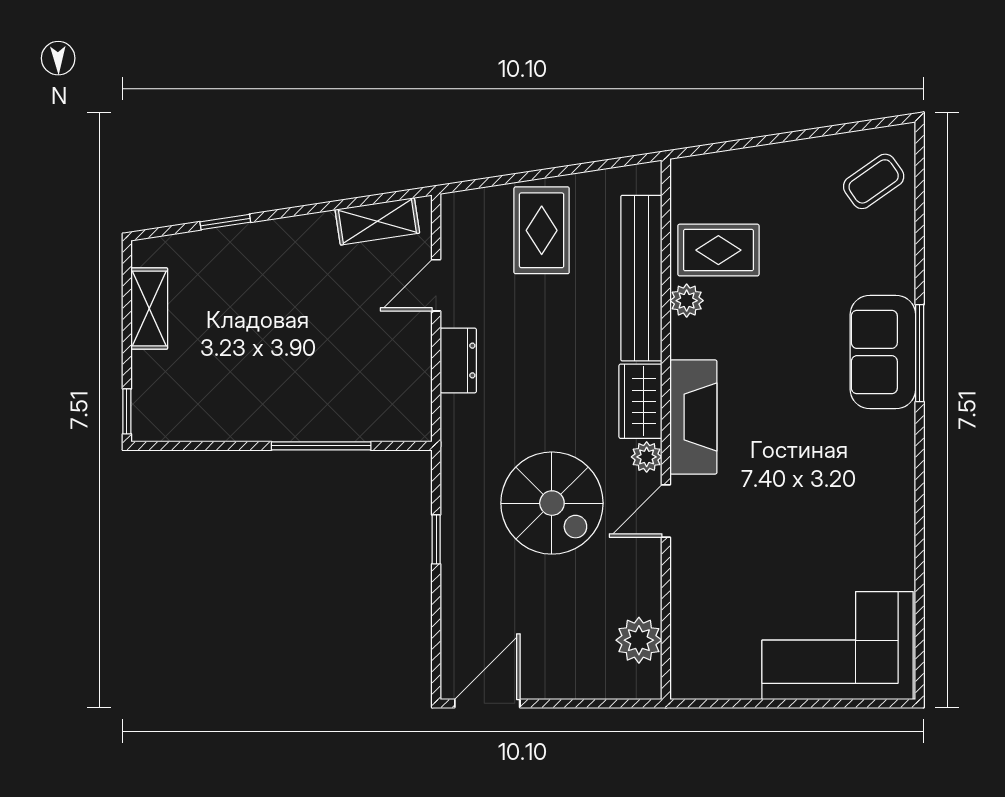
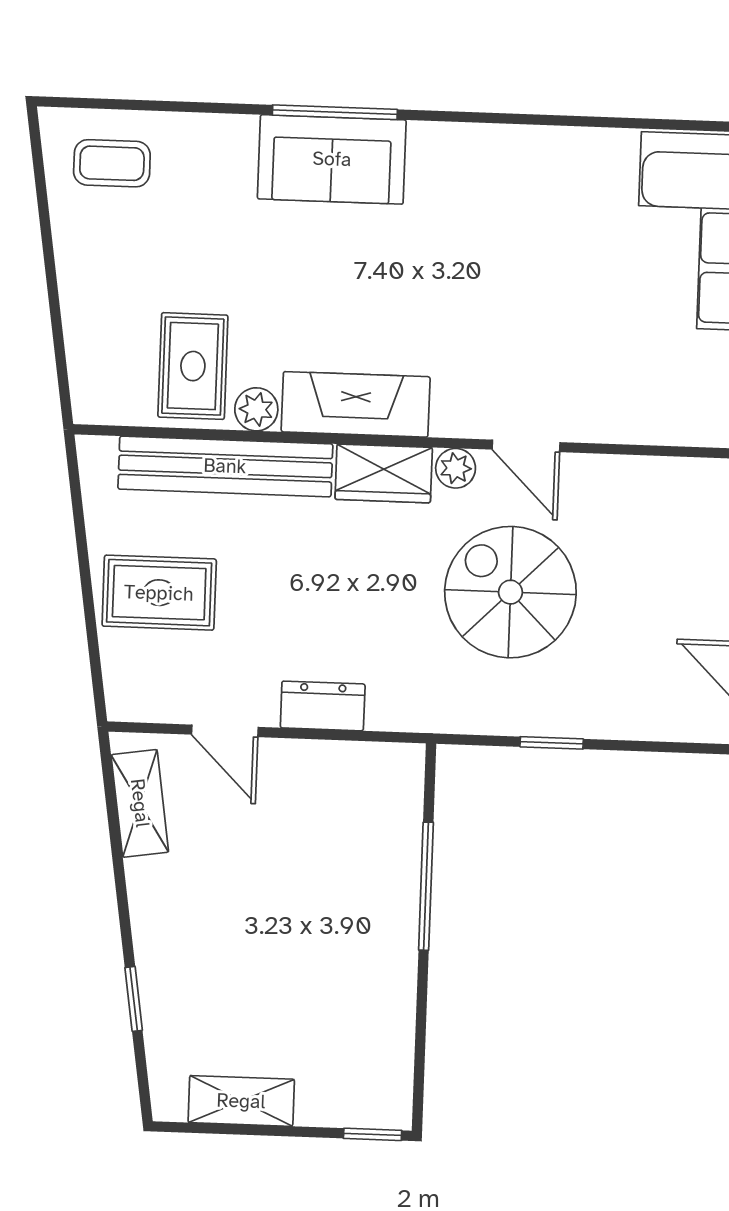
coffee table: (874, 181) -> (112, 163), turned -55
fireplace: (693, 417) -> (356, 404), moved
spiral stairs: (552, 503) -> (510, 592), turned -90
plant: (639, 640) -> (691, 487), removed

